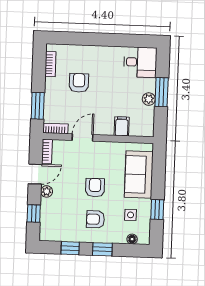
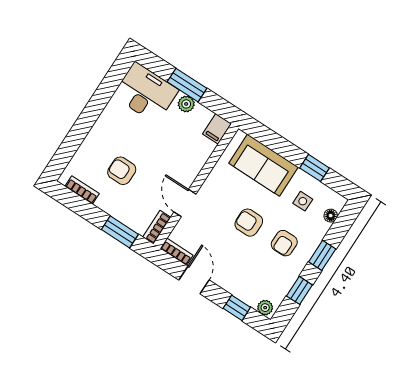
desk: (140, 62) -> (146, 93), width x1.37
filing cabinet: (122, 126) -> (217, 129), moved, turned -90
plant: (47, 191) -> (265, 308), moved

